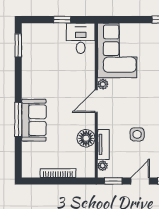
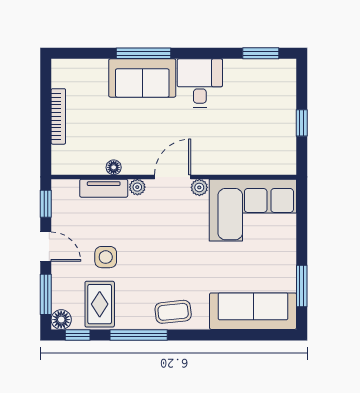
desk: (81, 38) -> (200, 83), moved, turned -90
door: (96, 101) -> (173, 177), hinge flipped
side table: (137, 134) -> (106, 257), moved
floor lamp: (86, 138) -> (114, 167), width x0.53, depth x0.53
plant: (103, 166) -> (137, 187), moved

